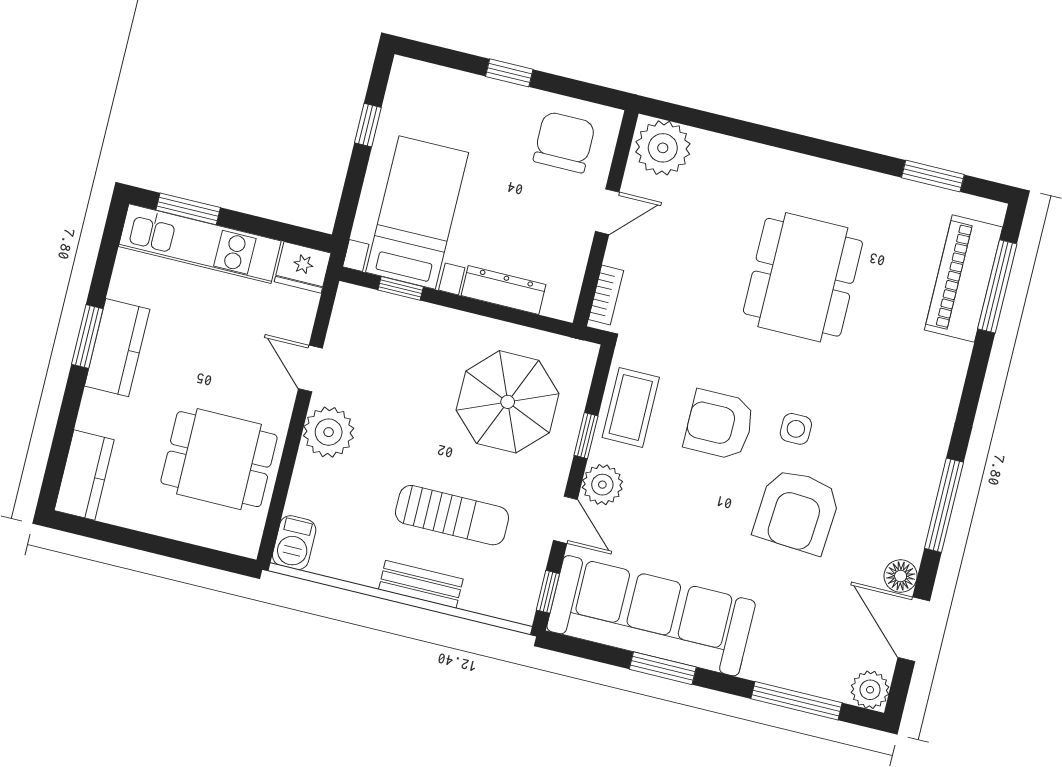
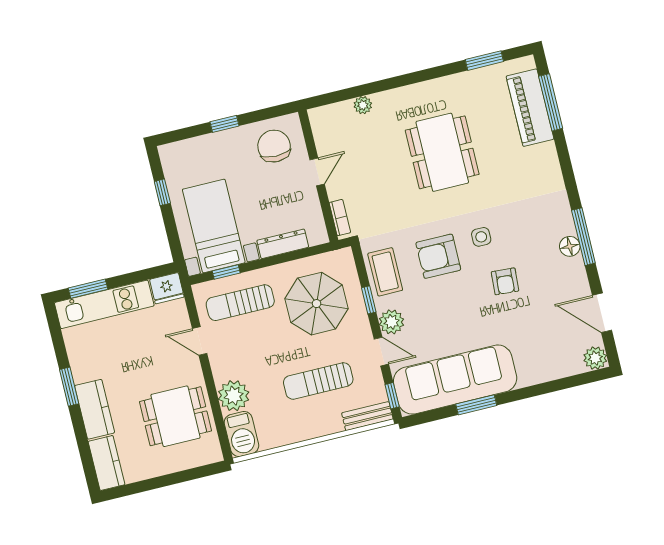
plant: (663, 148) -> (363, 105), moved, width x0.53, depth x0.53
sun lounger: (398, 343) -> (240, 303), added
kitchen counter: (117, 348) -> (95, 409), moved
plant: (329, 432) -> (234, 396), moved
armchair: (797, 511) -> (505, 281), width x0.53, depth x0.53
sun lounger: (452, 515) -> (318, 381), turned 180
barbecue: (294, 543) -> (241, 434), width x1.38, depth x1.27
floor lamp: (901, 576) -> (570, 246), moved
bench: (421, 584) -> (367, 416), moved
window: (797, 701) -> (558, 385), removed

